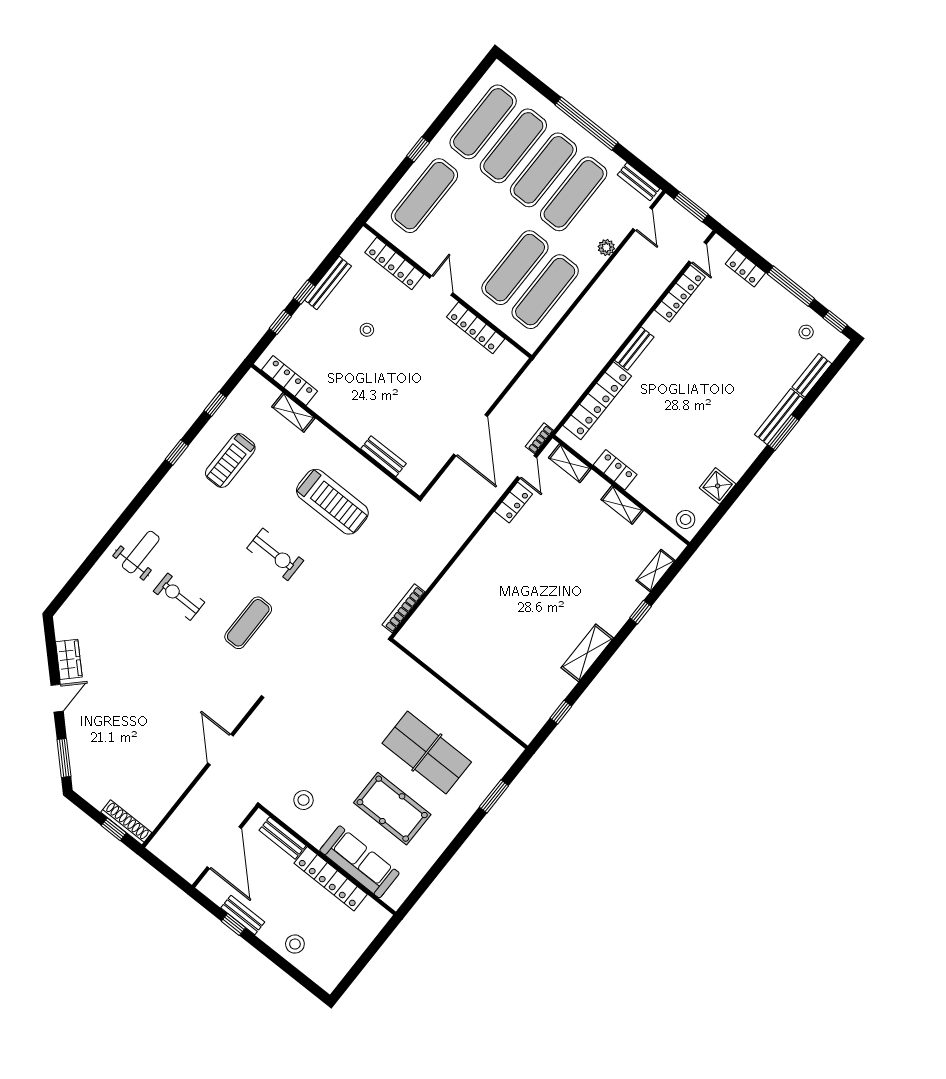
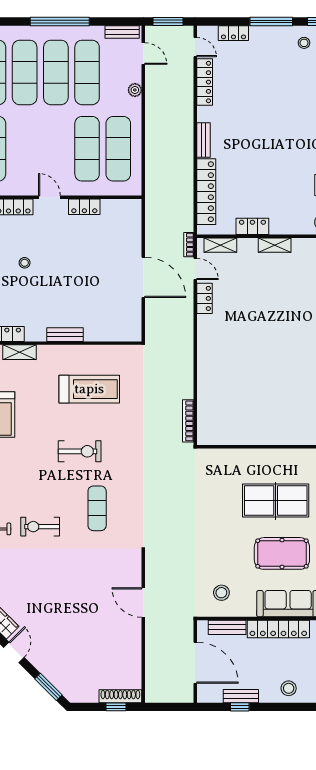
locker: (476, 328) -> (84, 207), width x0.66
bench: (383, 456) -> (65, 335), moved

